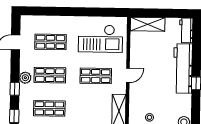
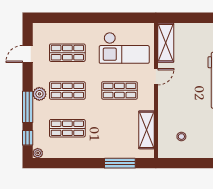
shelving: (148, 24) -> (166, 43), moved, turned 90
door: (128, 75) -> (156, 77), moved
window: (15, 89) -> (28, 107), width x2.17

